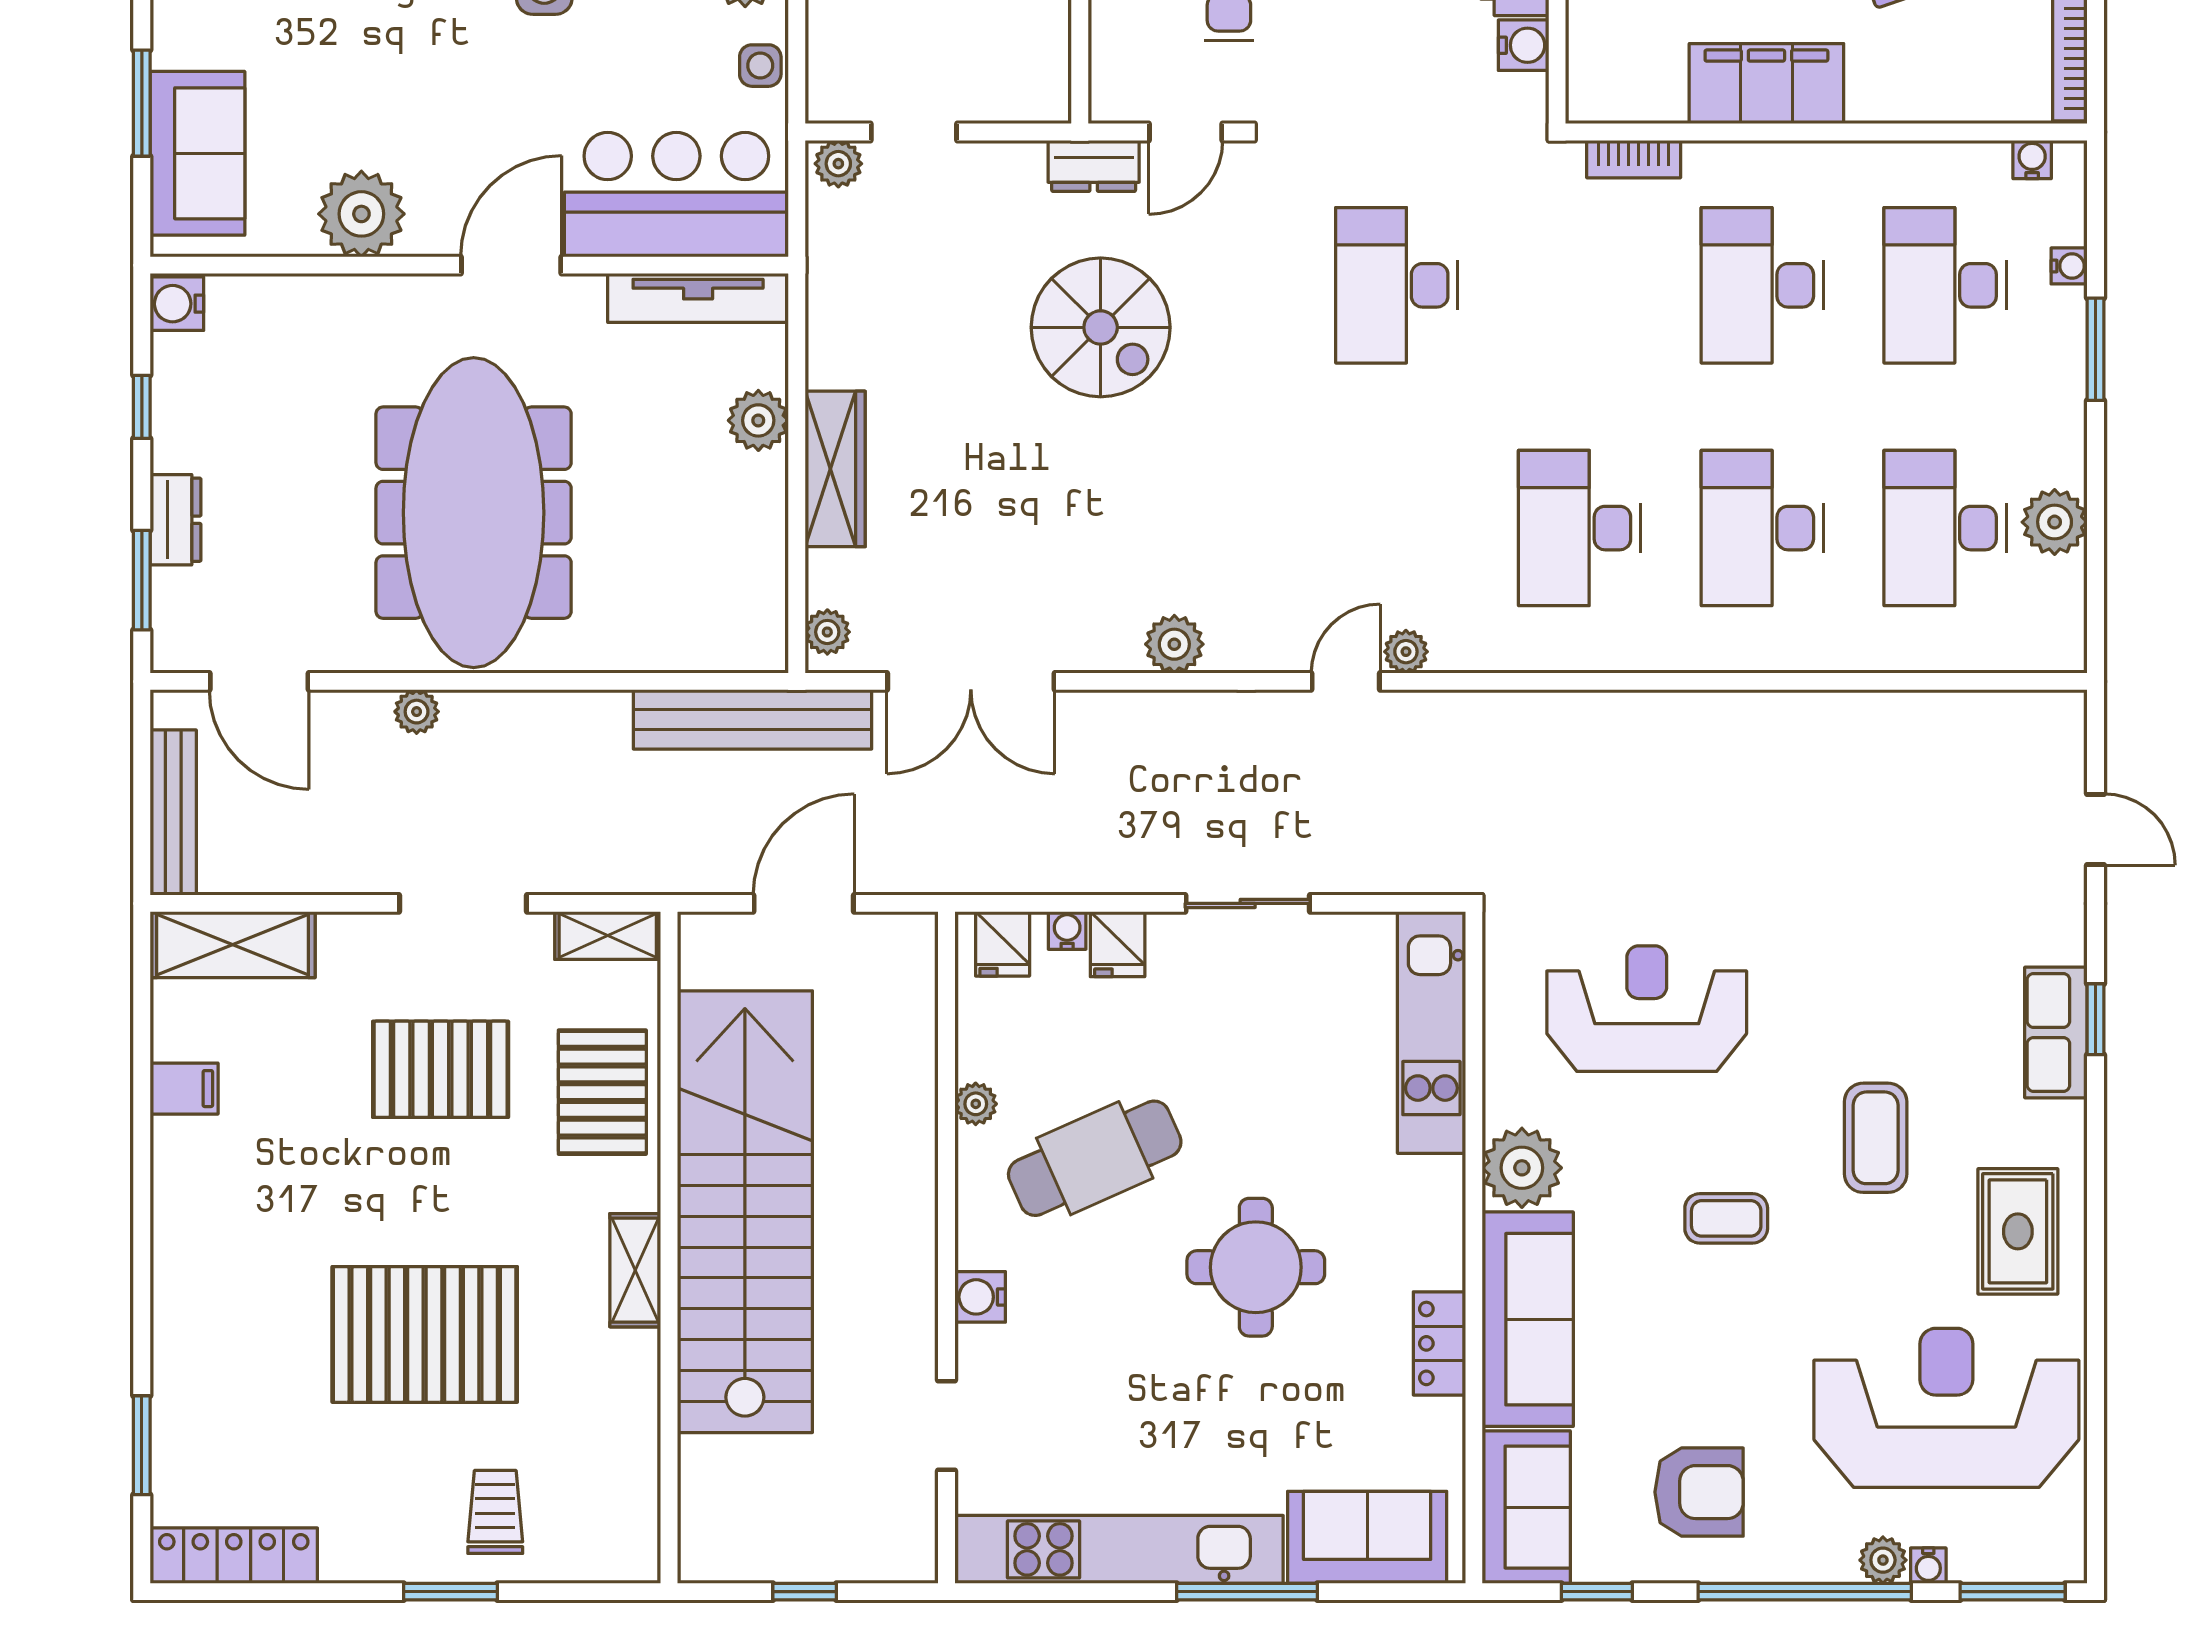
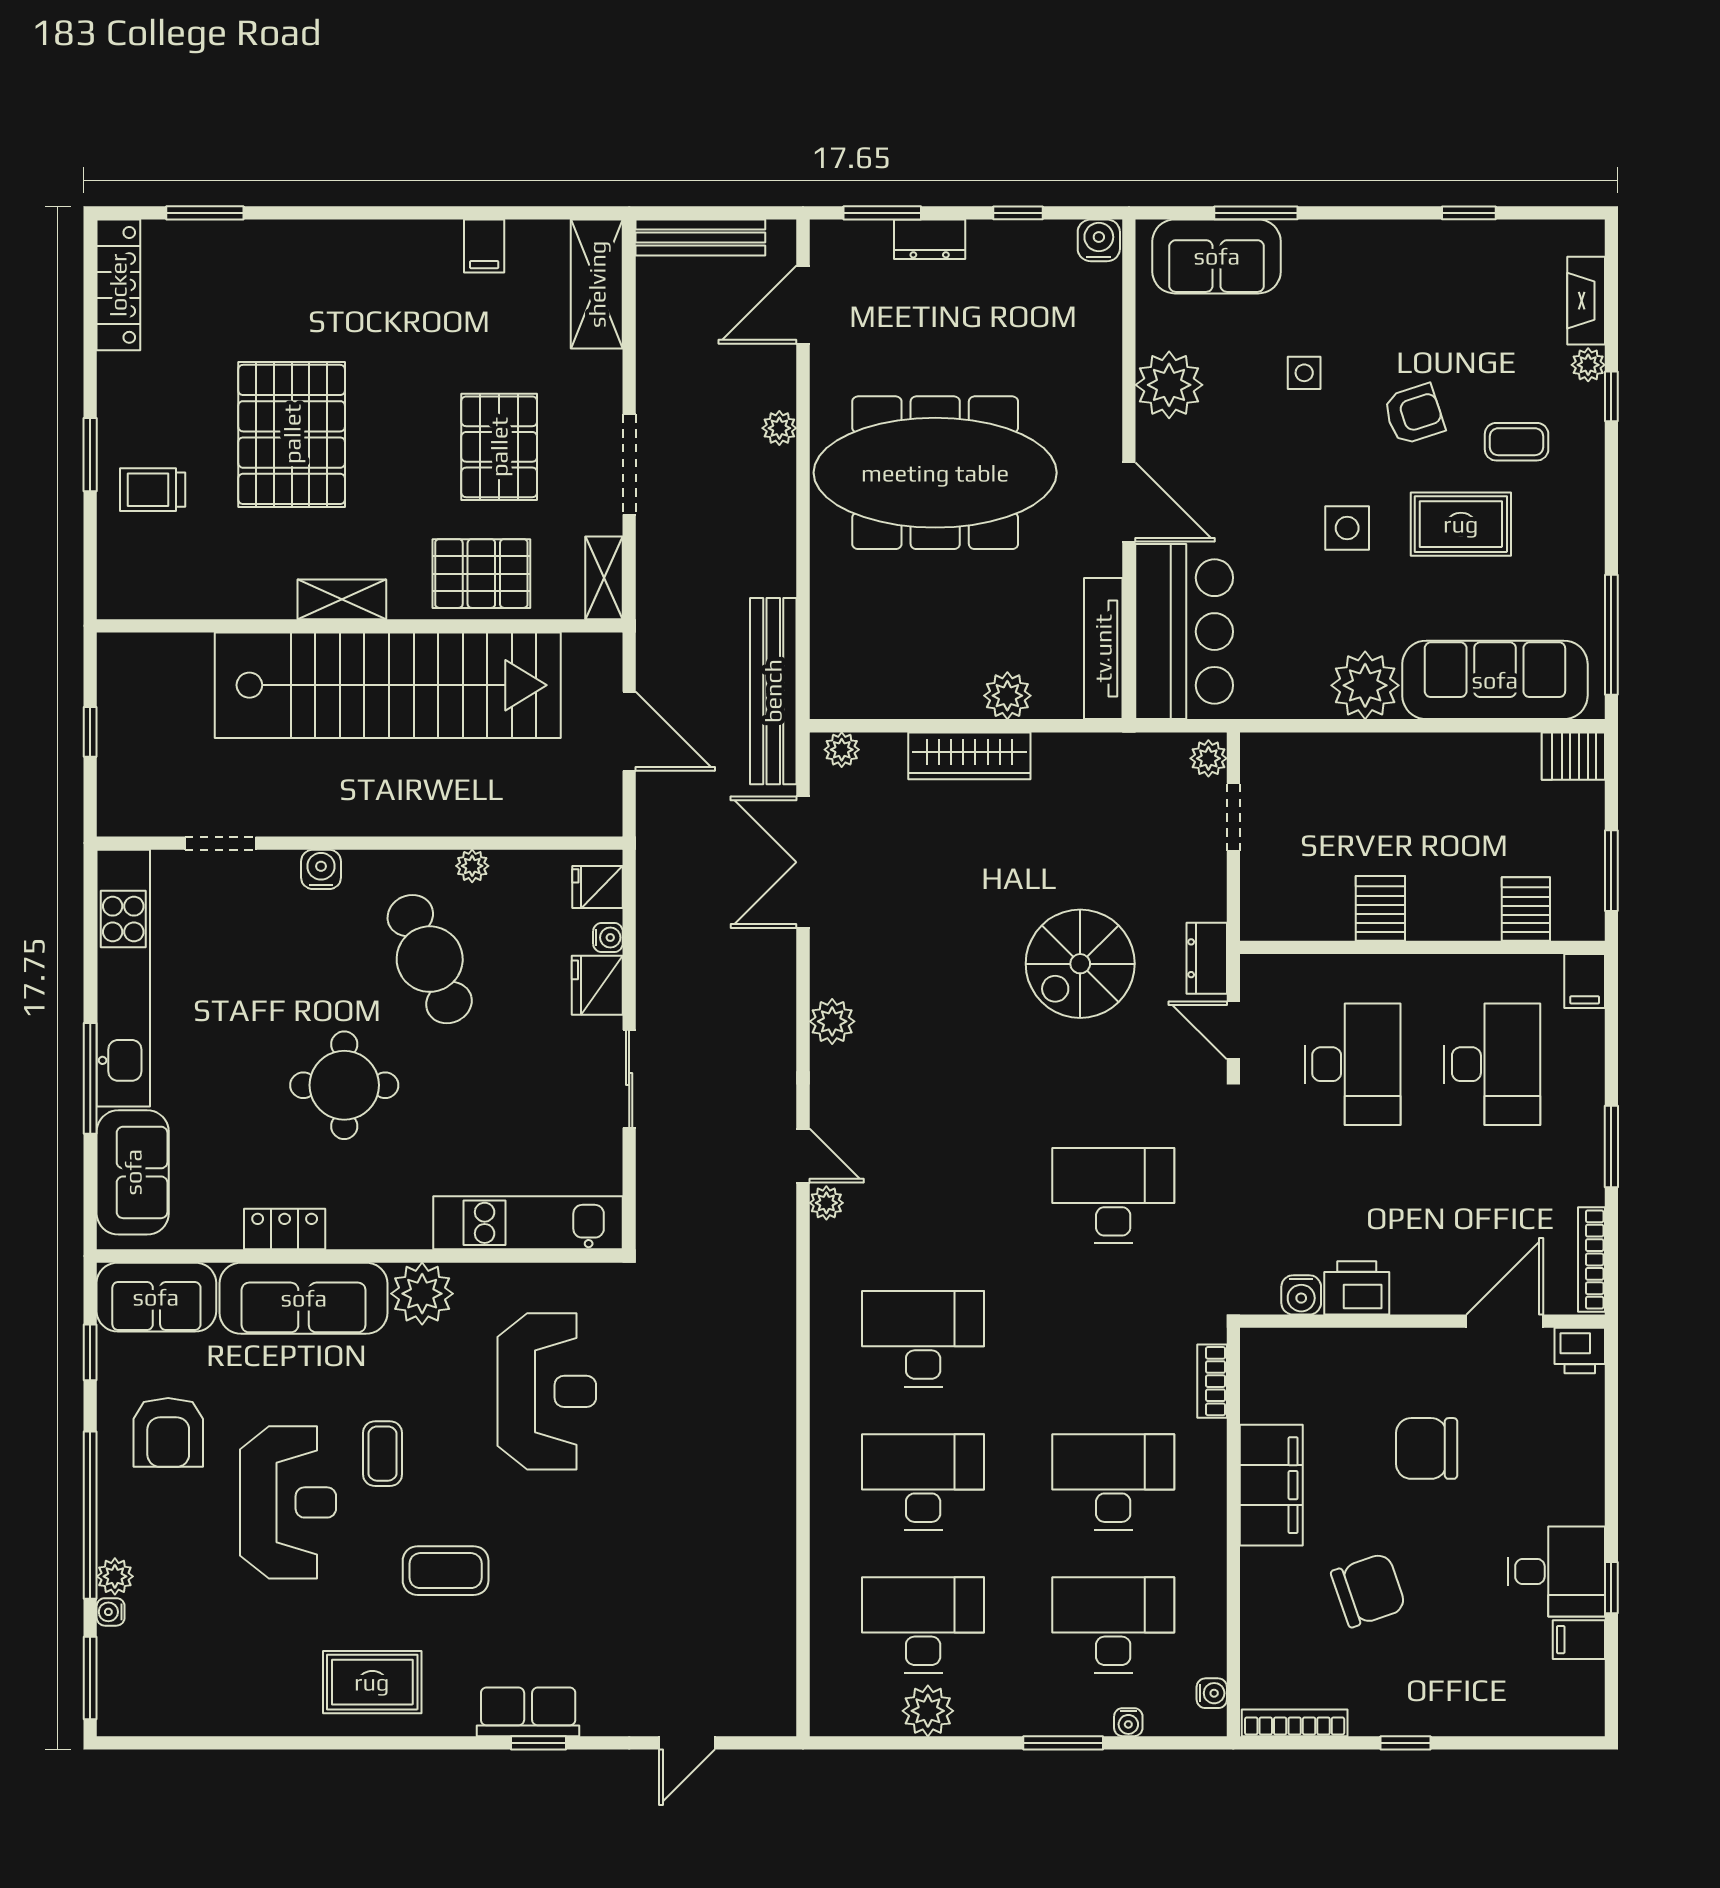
side table: (760, 66) -> (1304, 373), moved
fridge: (1118, 944) -> (597, 985), width x1.38
reception desk: (1946, 1408) -> (288, 1502), moved, width x0.74, depth x0.77
trolley: (495, 1512) -> (153, 490), turned 180

